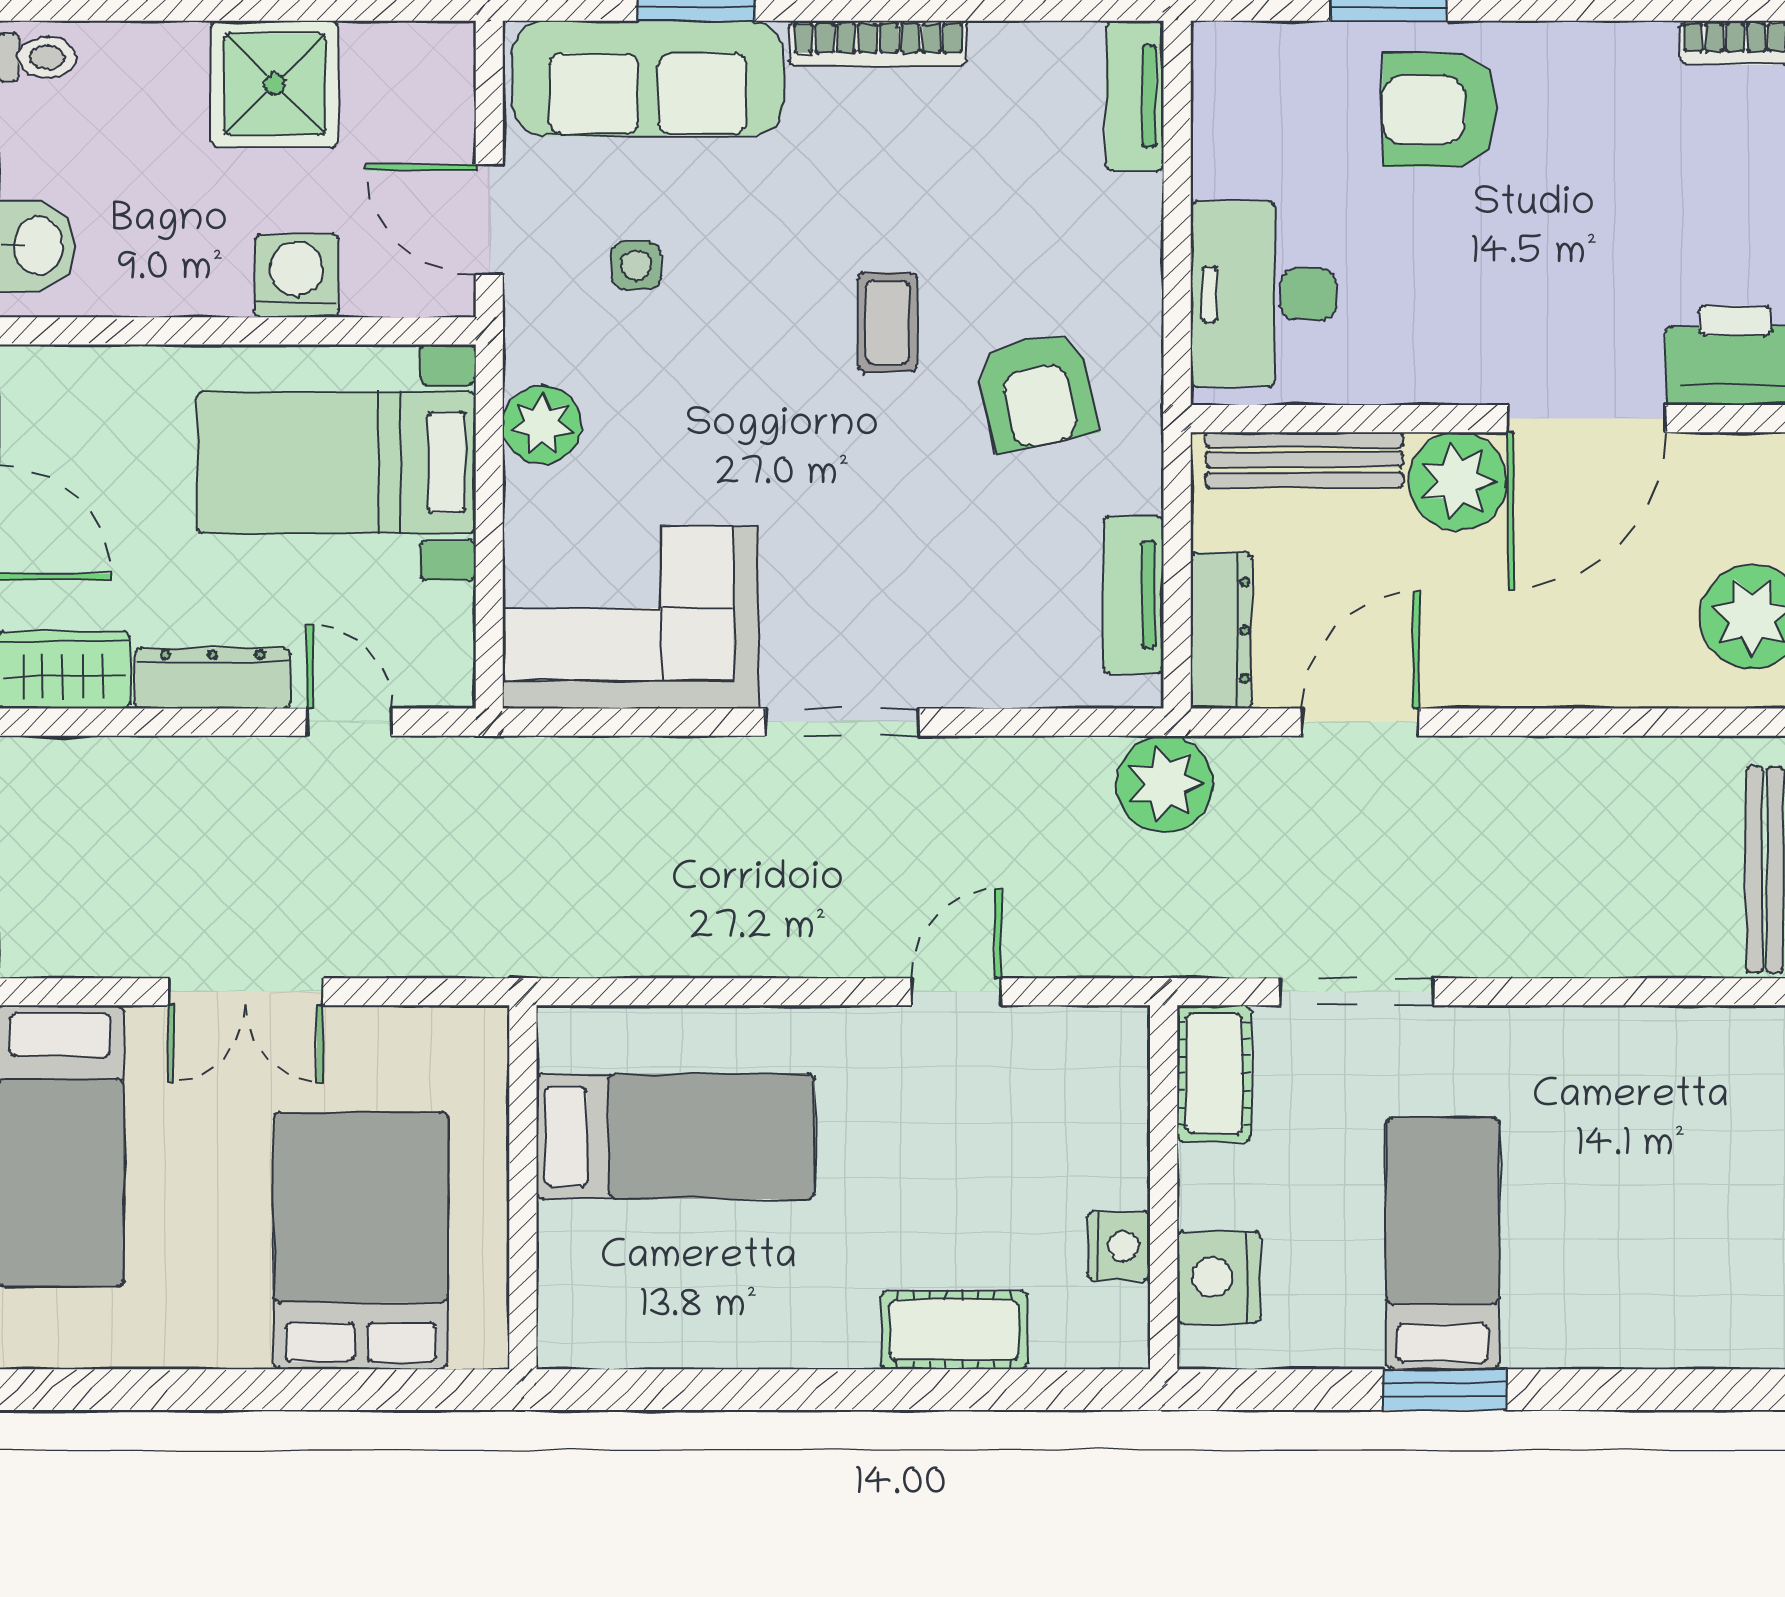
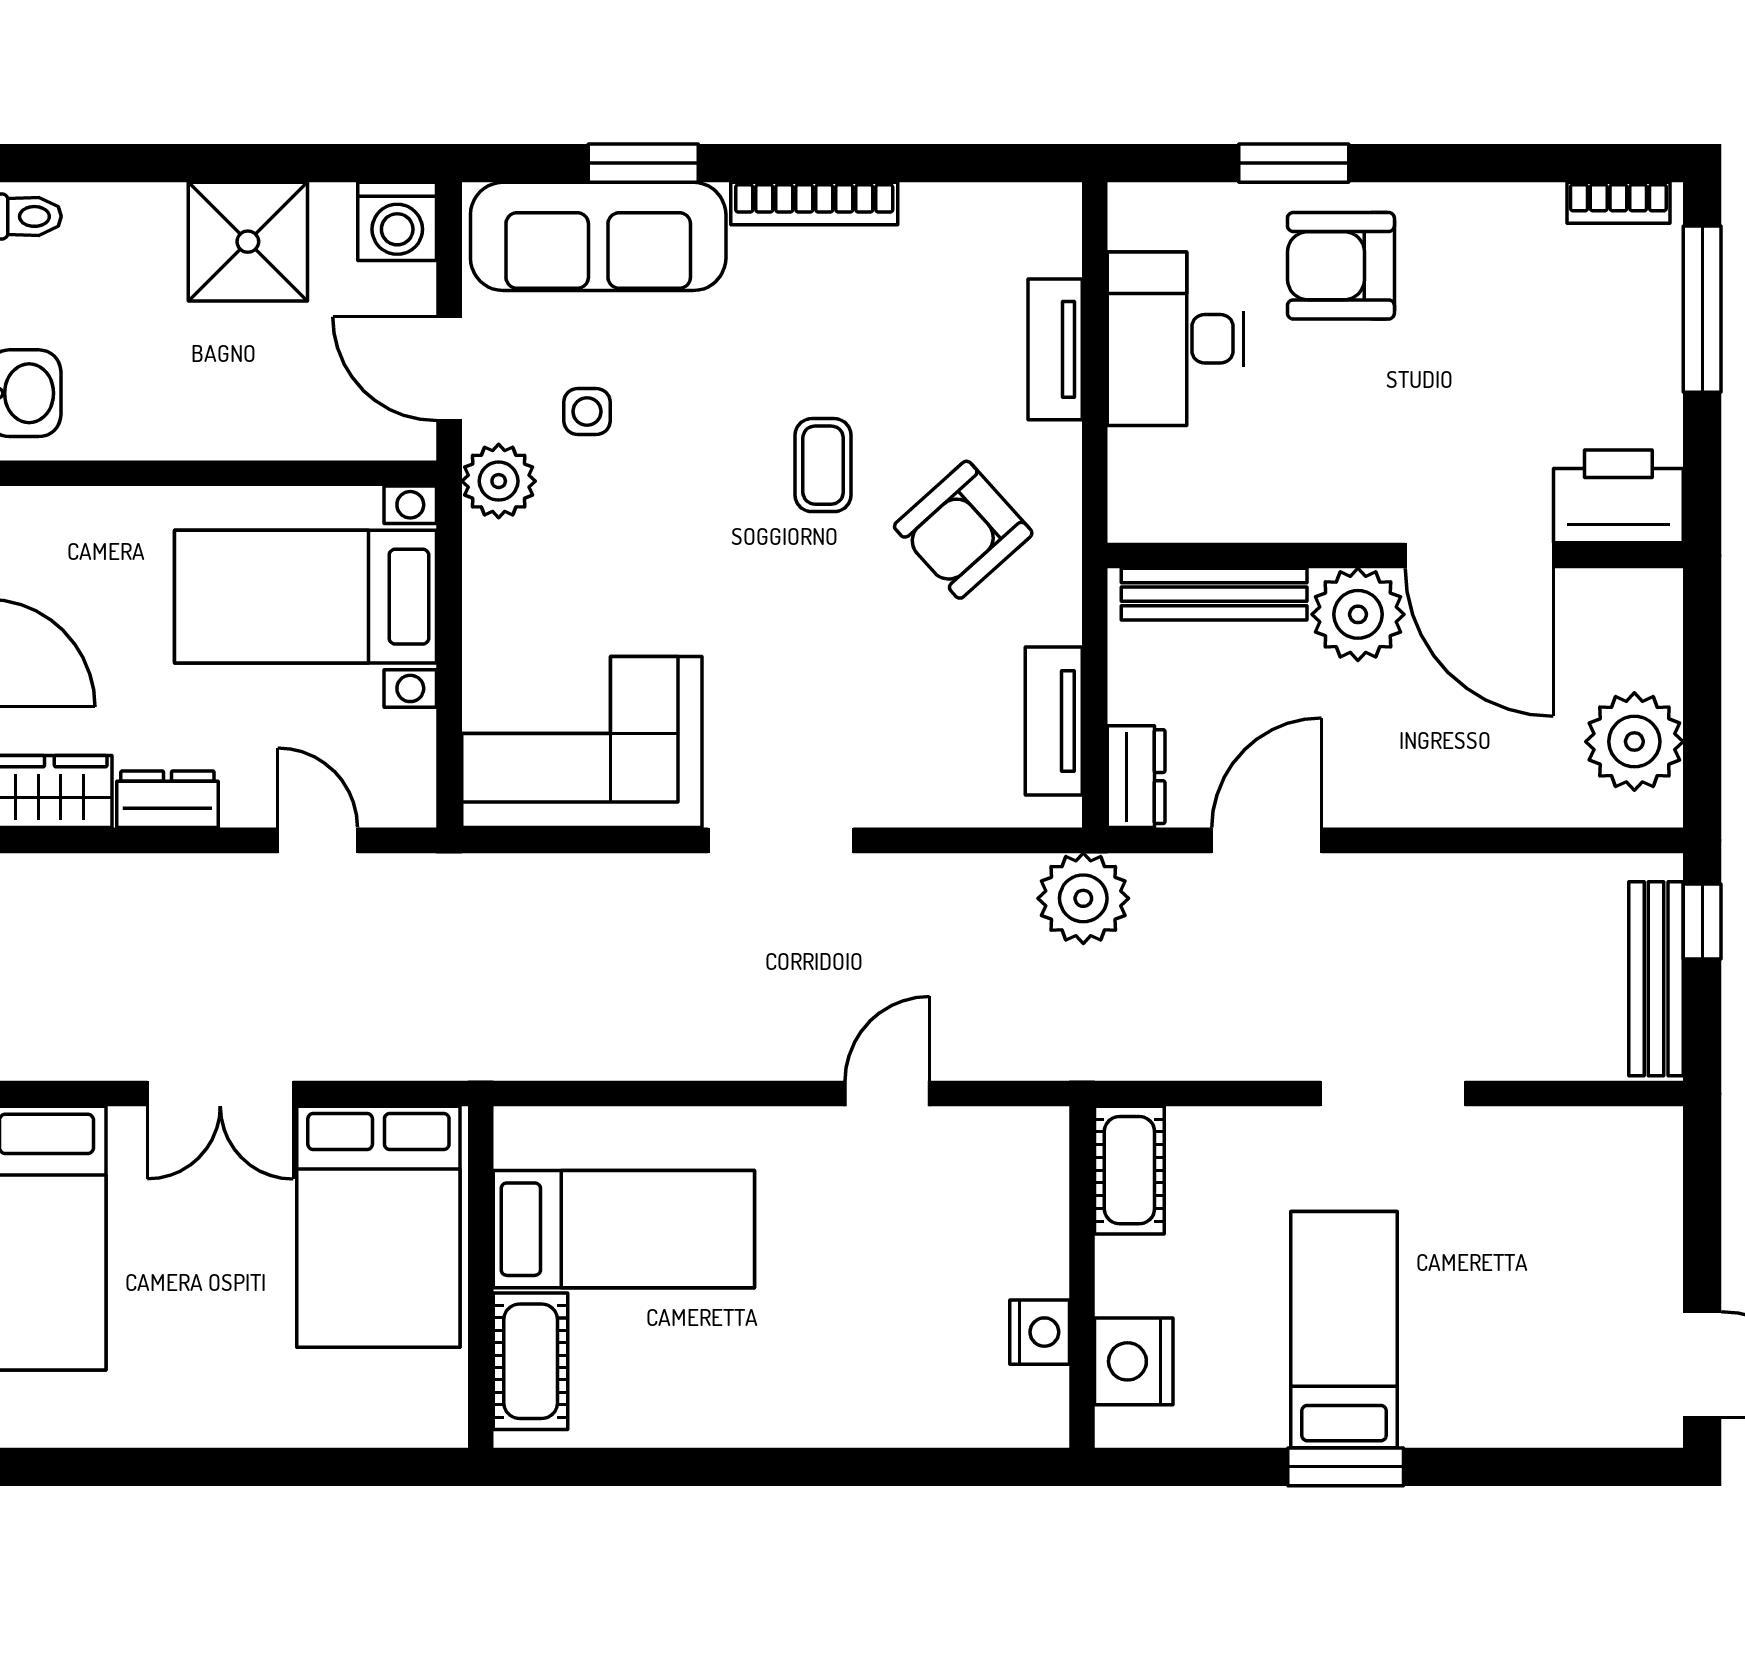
tv unit: (1135, 96) -> (1055, 349), moved
washing machine: (296, 276) -> (397, 221), moved, turned 180
desk: (1263, 294) -> (1176, 339), moved
armchair: (1037, 391) -> (963, 530), turned 60
door: (1587, 419) -> (1479, 556), hinge flipped
plant: (542, 425) -> (499, 481), moved
dresser: (1221, 630) -> (1136, 777), width x0.70
dresser: (213, 678) -> (167, 799), width x0.70
doorway: (1357, 992) -> (1393, 1094), moved
bed: (361, 1241) -> (378, 1227), moved, turned 180
cot: (954, 1330) -> (531, 1361), moved, turned 90

